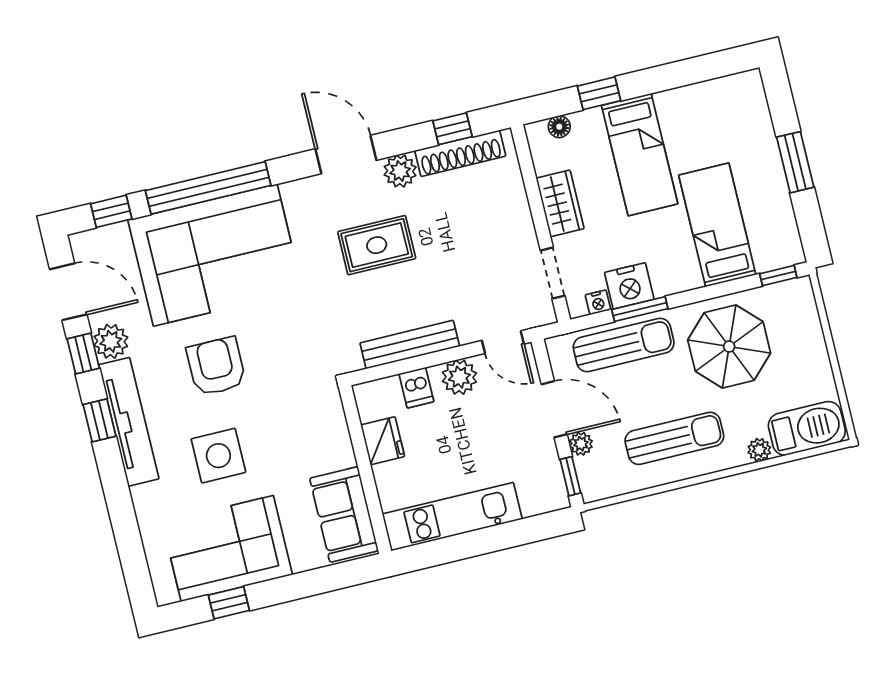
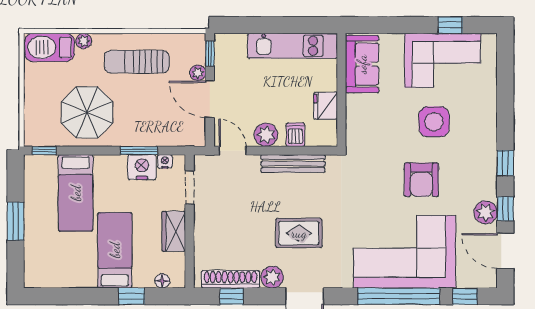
sun lounger: (624, 345) -> (155, 130), removed
tv unit: (129, 422) -> (487, 158), removed

